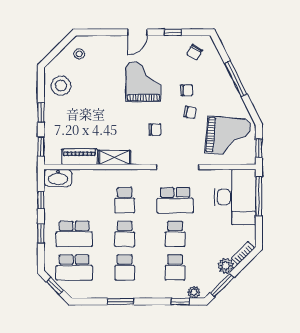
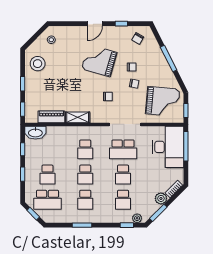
grand piano: (143, 82) -> (99, 61), turned -74
school desk: (74, 234) -> (47, 175), width x0.54

